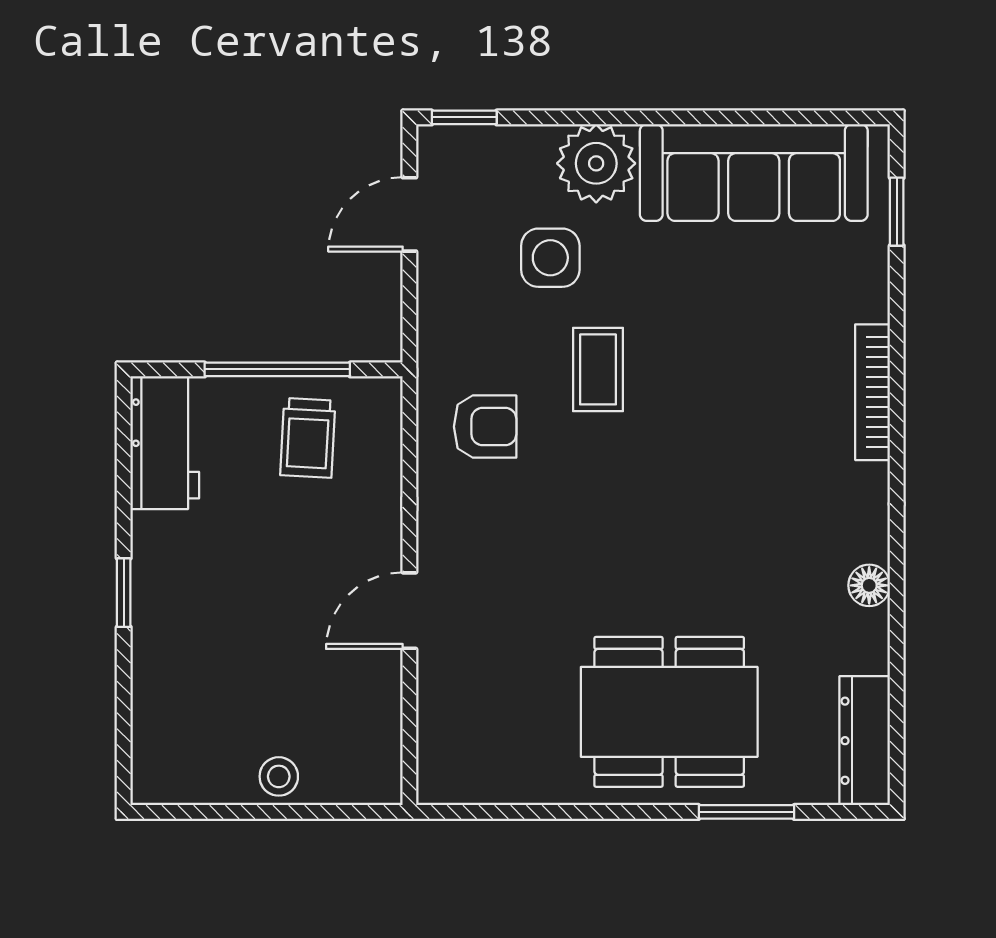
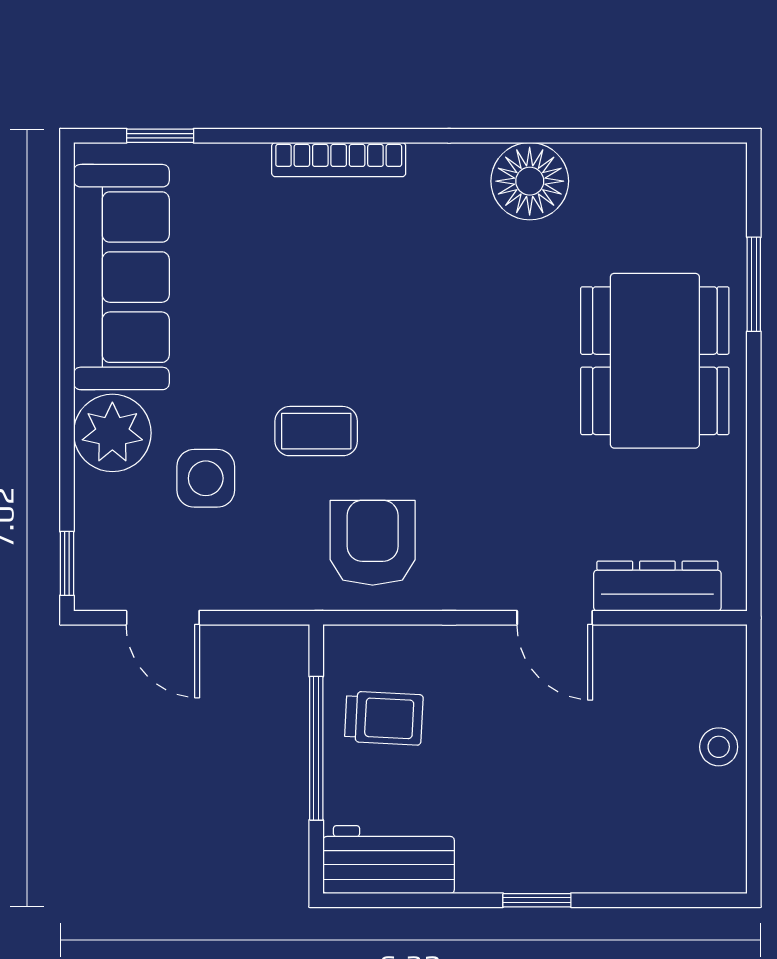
armchair: (485, 427) -> (373, 543), width x1.38, depth x1.38
floor lamp: (869, 585) -> (530, 181), width x1.89, depth x1.89
dresser: (865, 741) -> (657, 586), moved, turned 180

